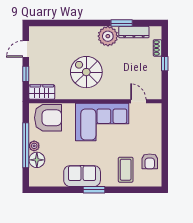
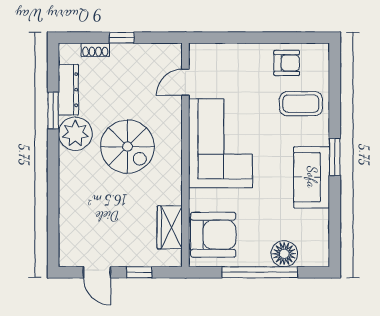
spiral stairs: (86, 72) -> (128, 147), moved, turned -90
wardrobe: (42, 92) -> (170, 227), moved
armchair: (48, 118) -> (213, 235), turned 90
plant: (34, 146) -> (261, 258), removed

